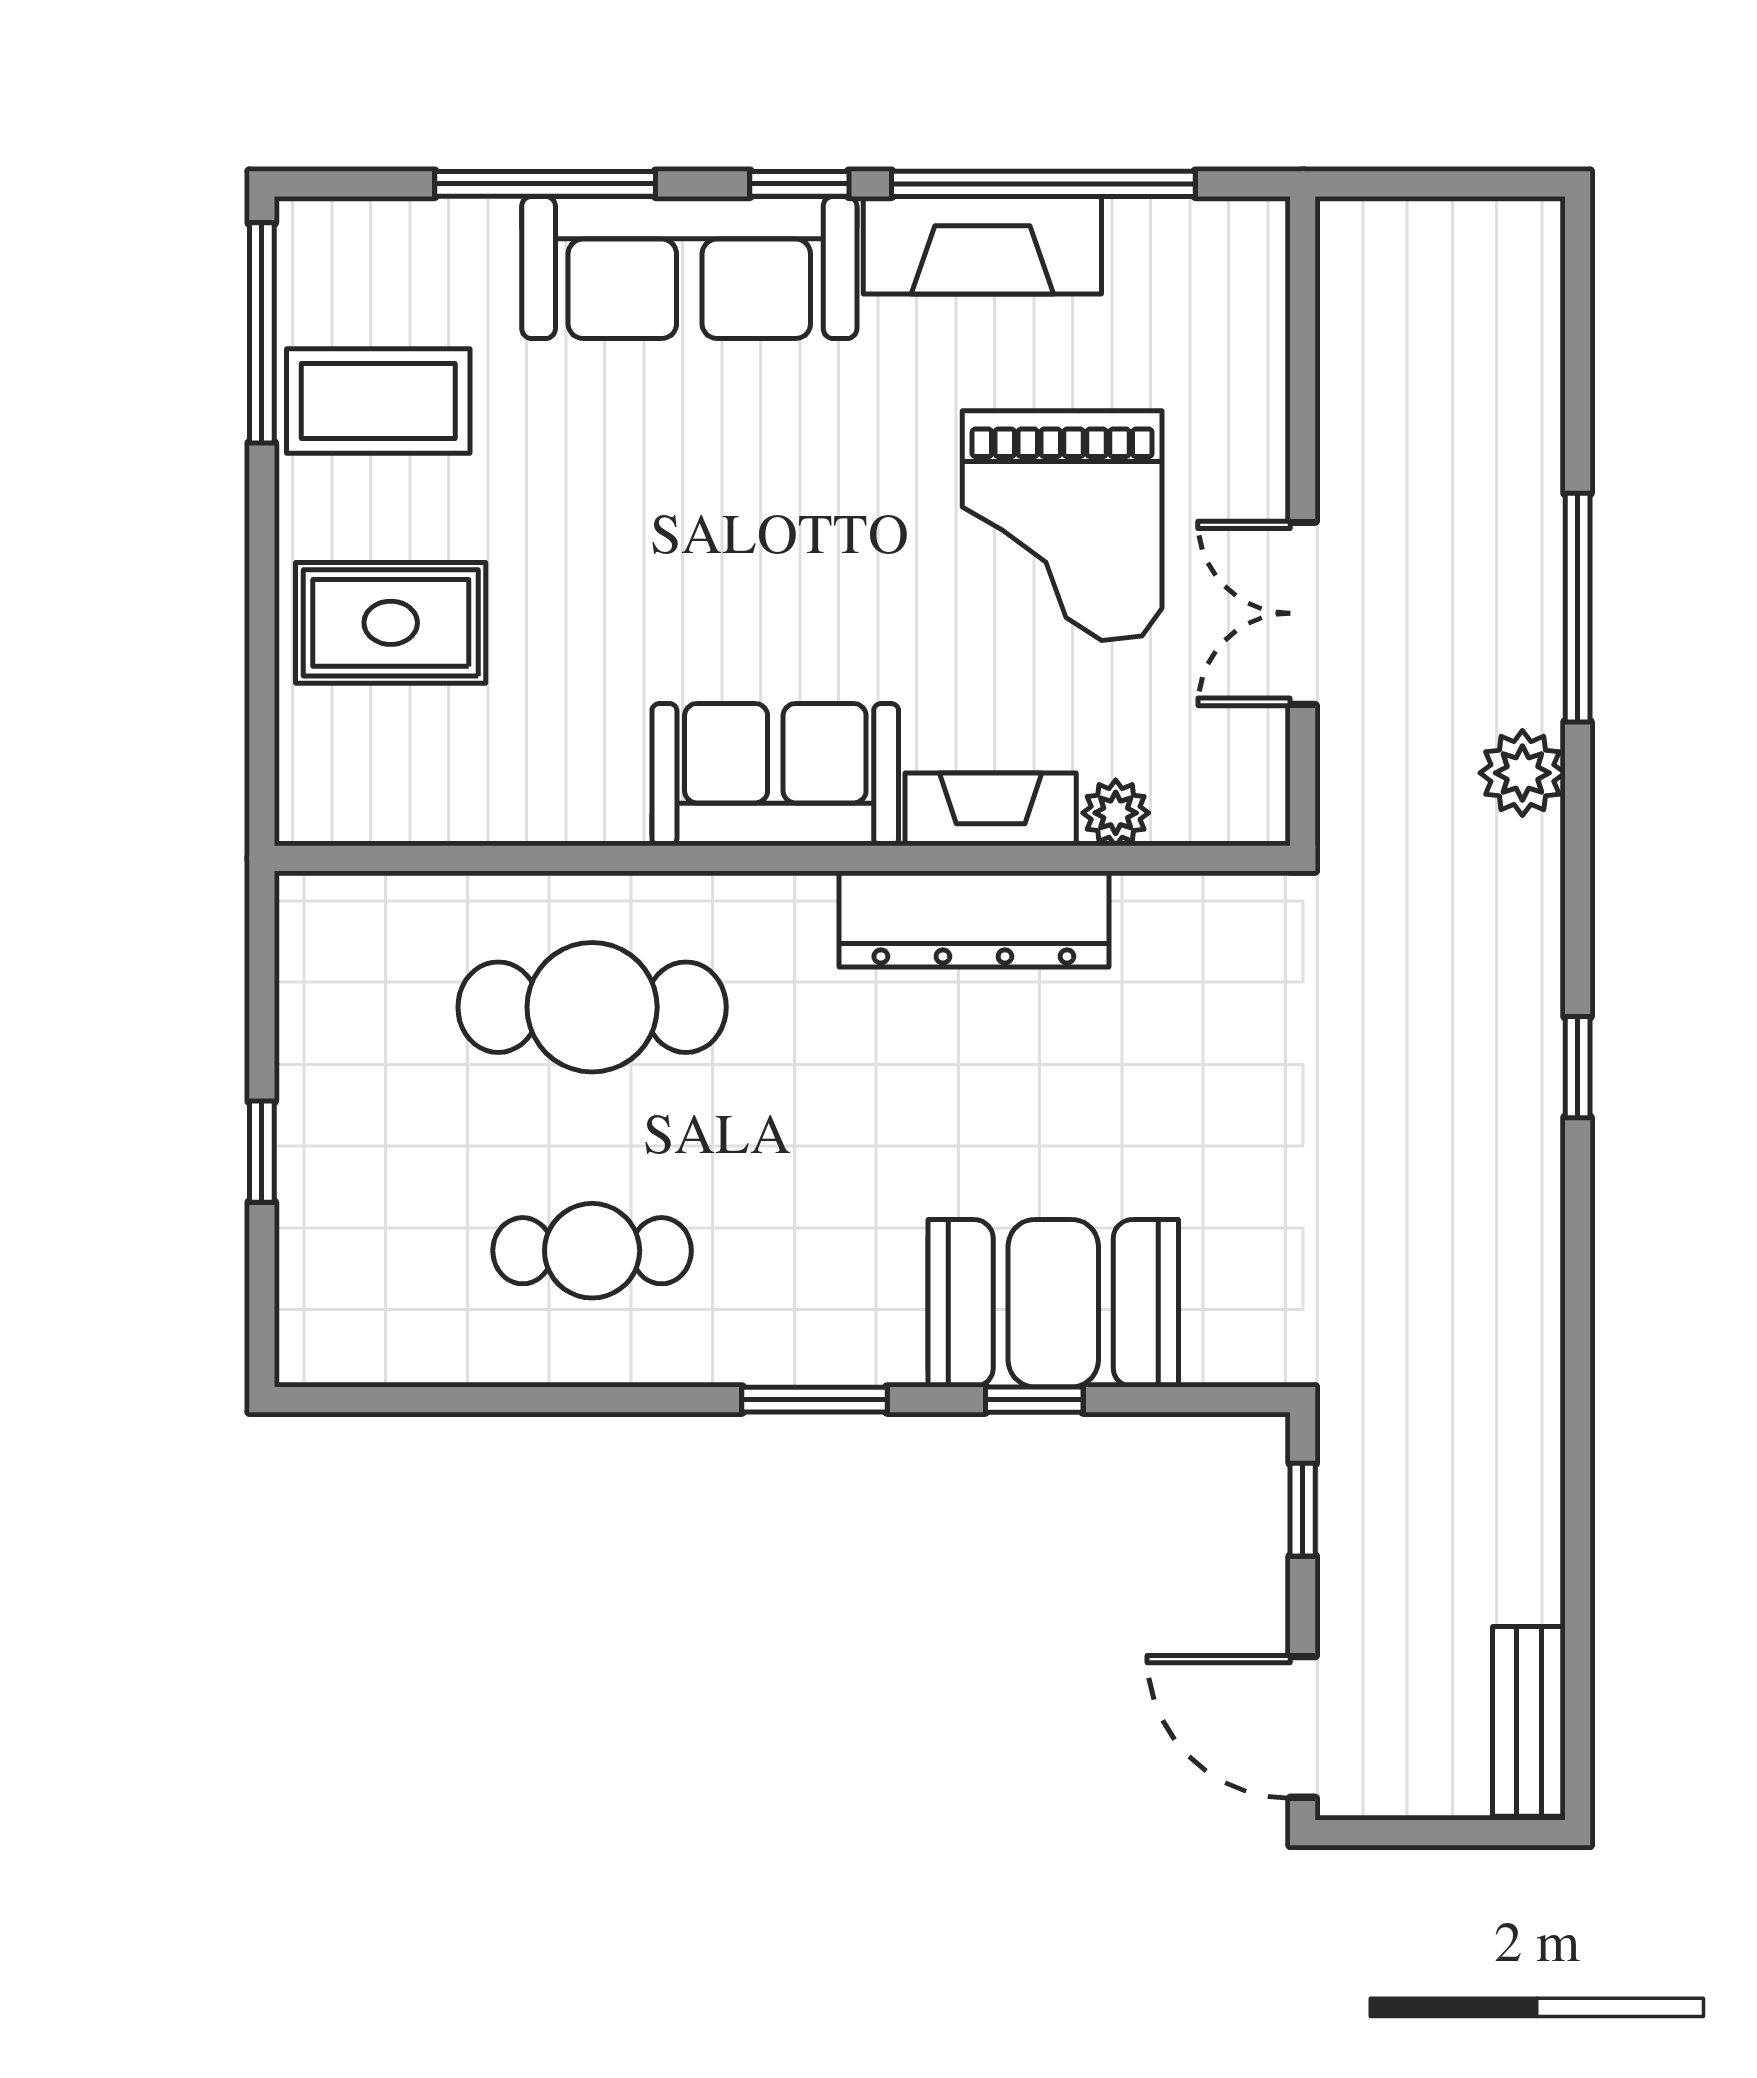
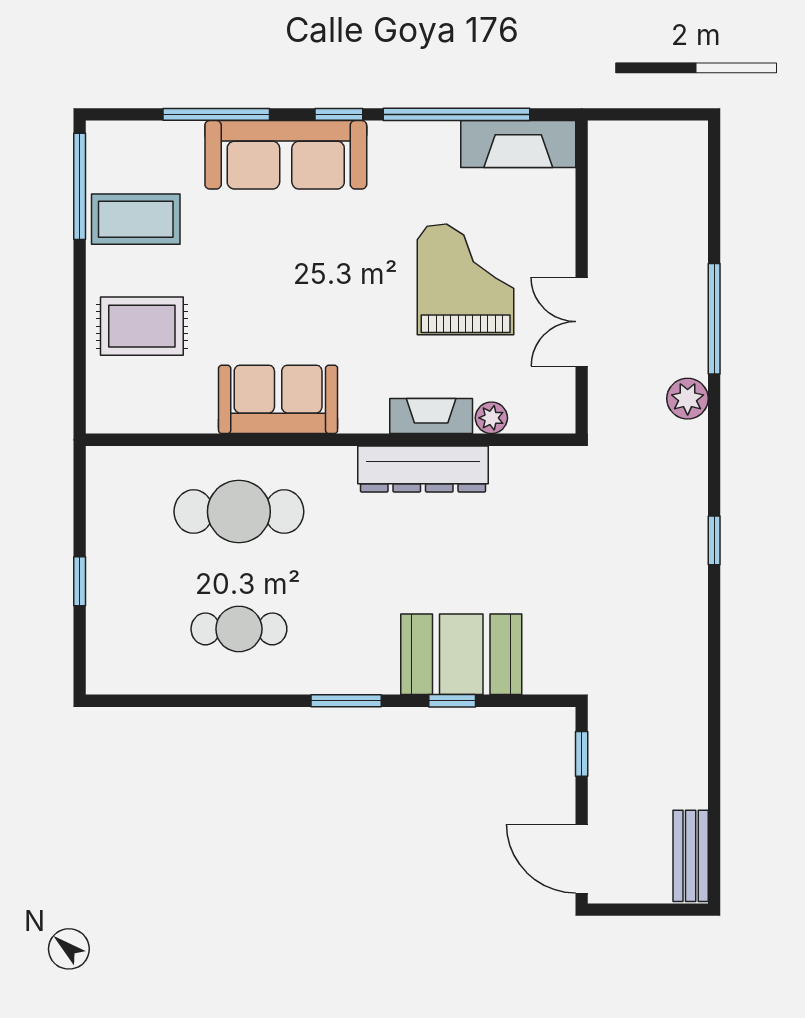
fireplace: (982, 245) -> (518, 144), moved
grand piano: (1062, 526) -> (466, 279), turned 180
sofa: (775, 775) -> (278, 399), moved

